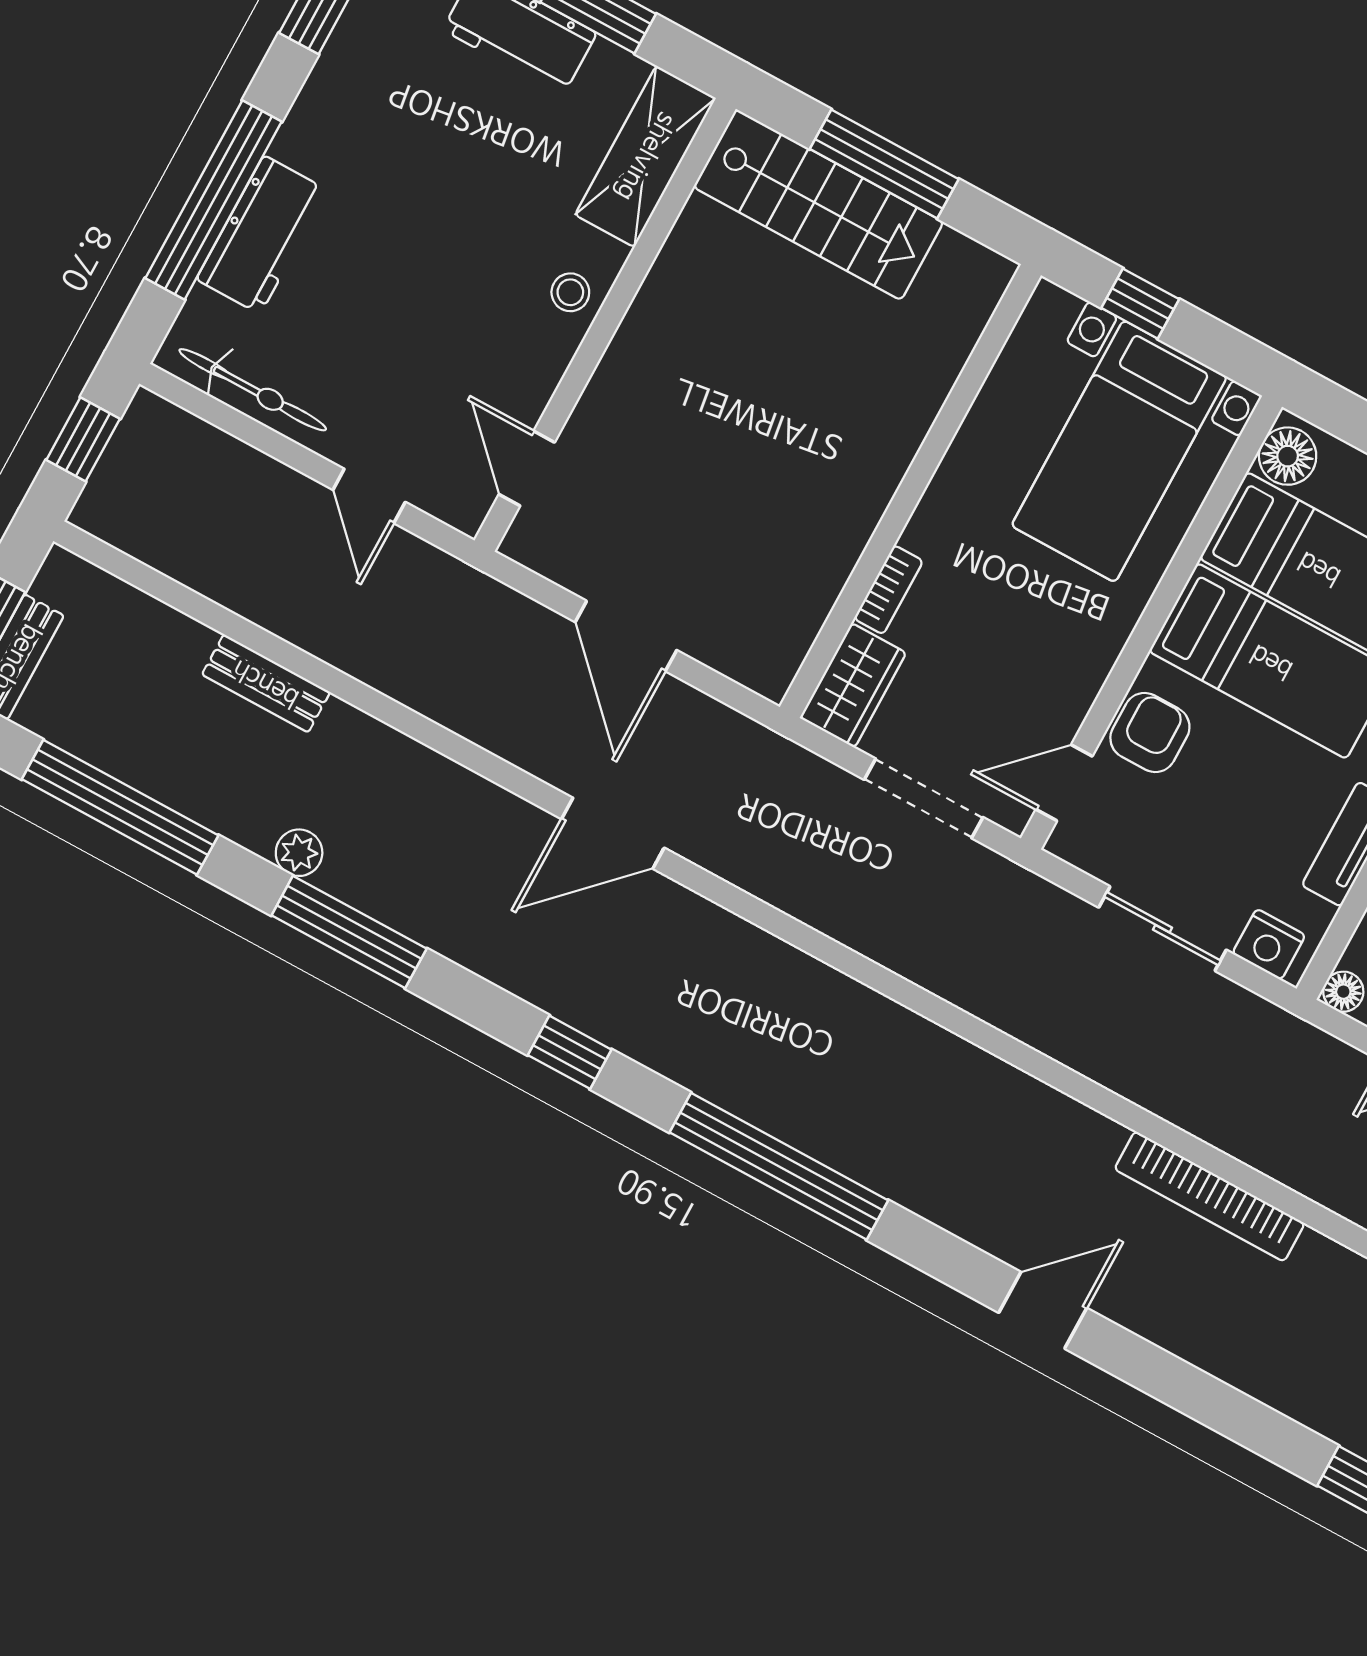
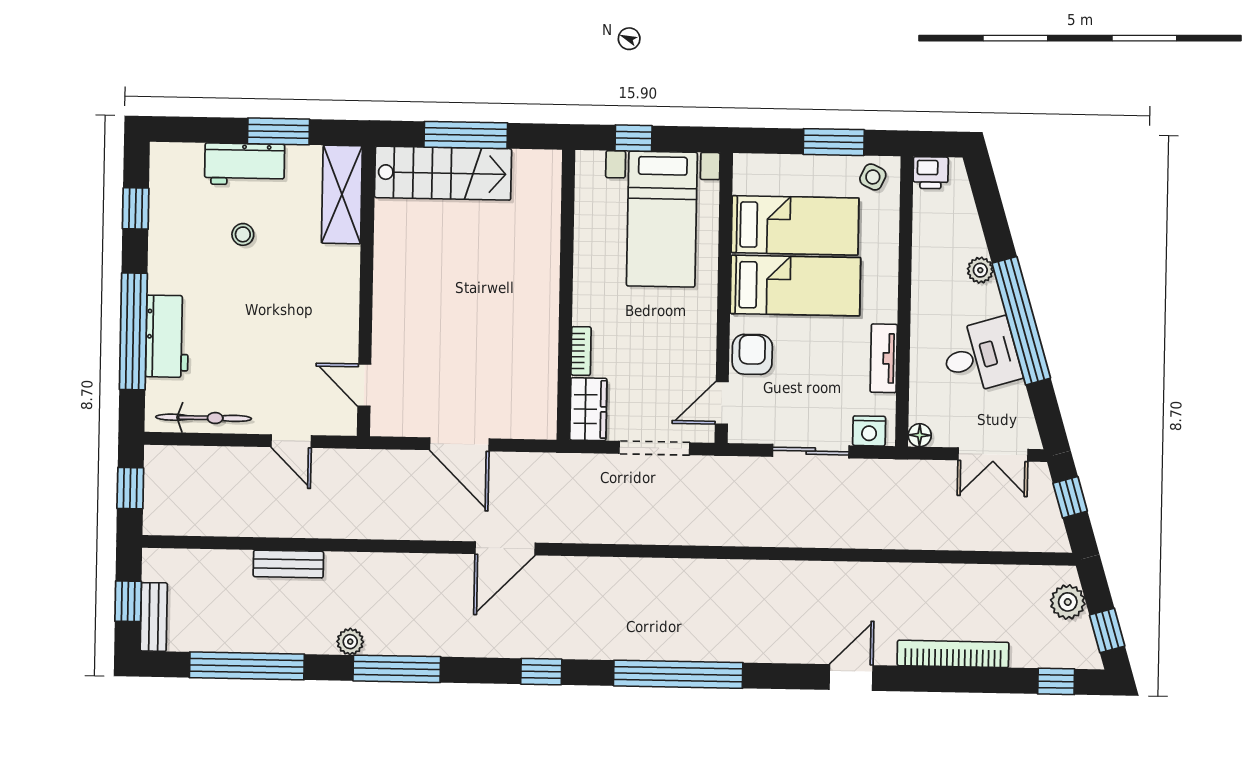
stool: (570, 292) -> (243, 234), moved
floor lamp: (1288, 456) -> (749, 177), removed
bookcase: (1209, 1196) -> (953, 654), moved, turned 180

